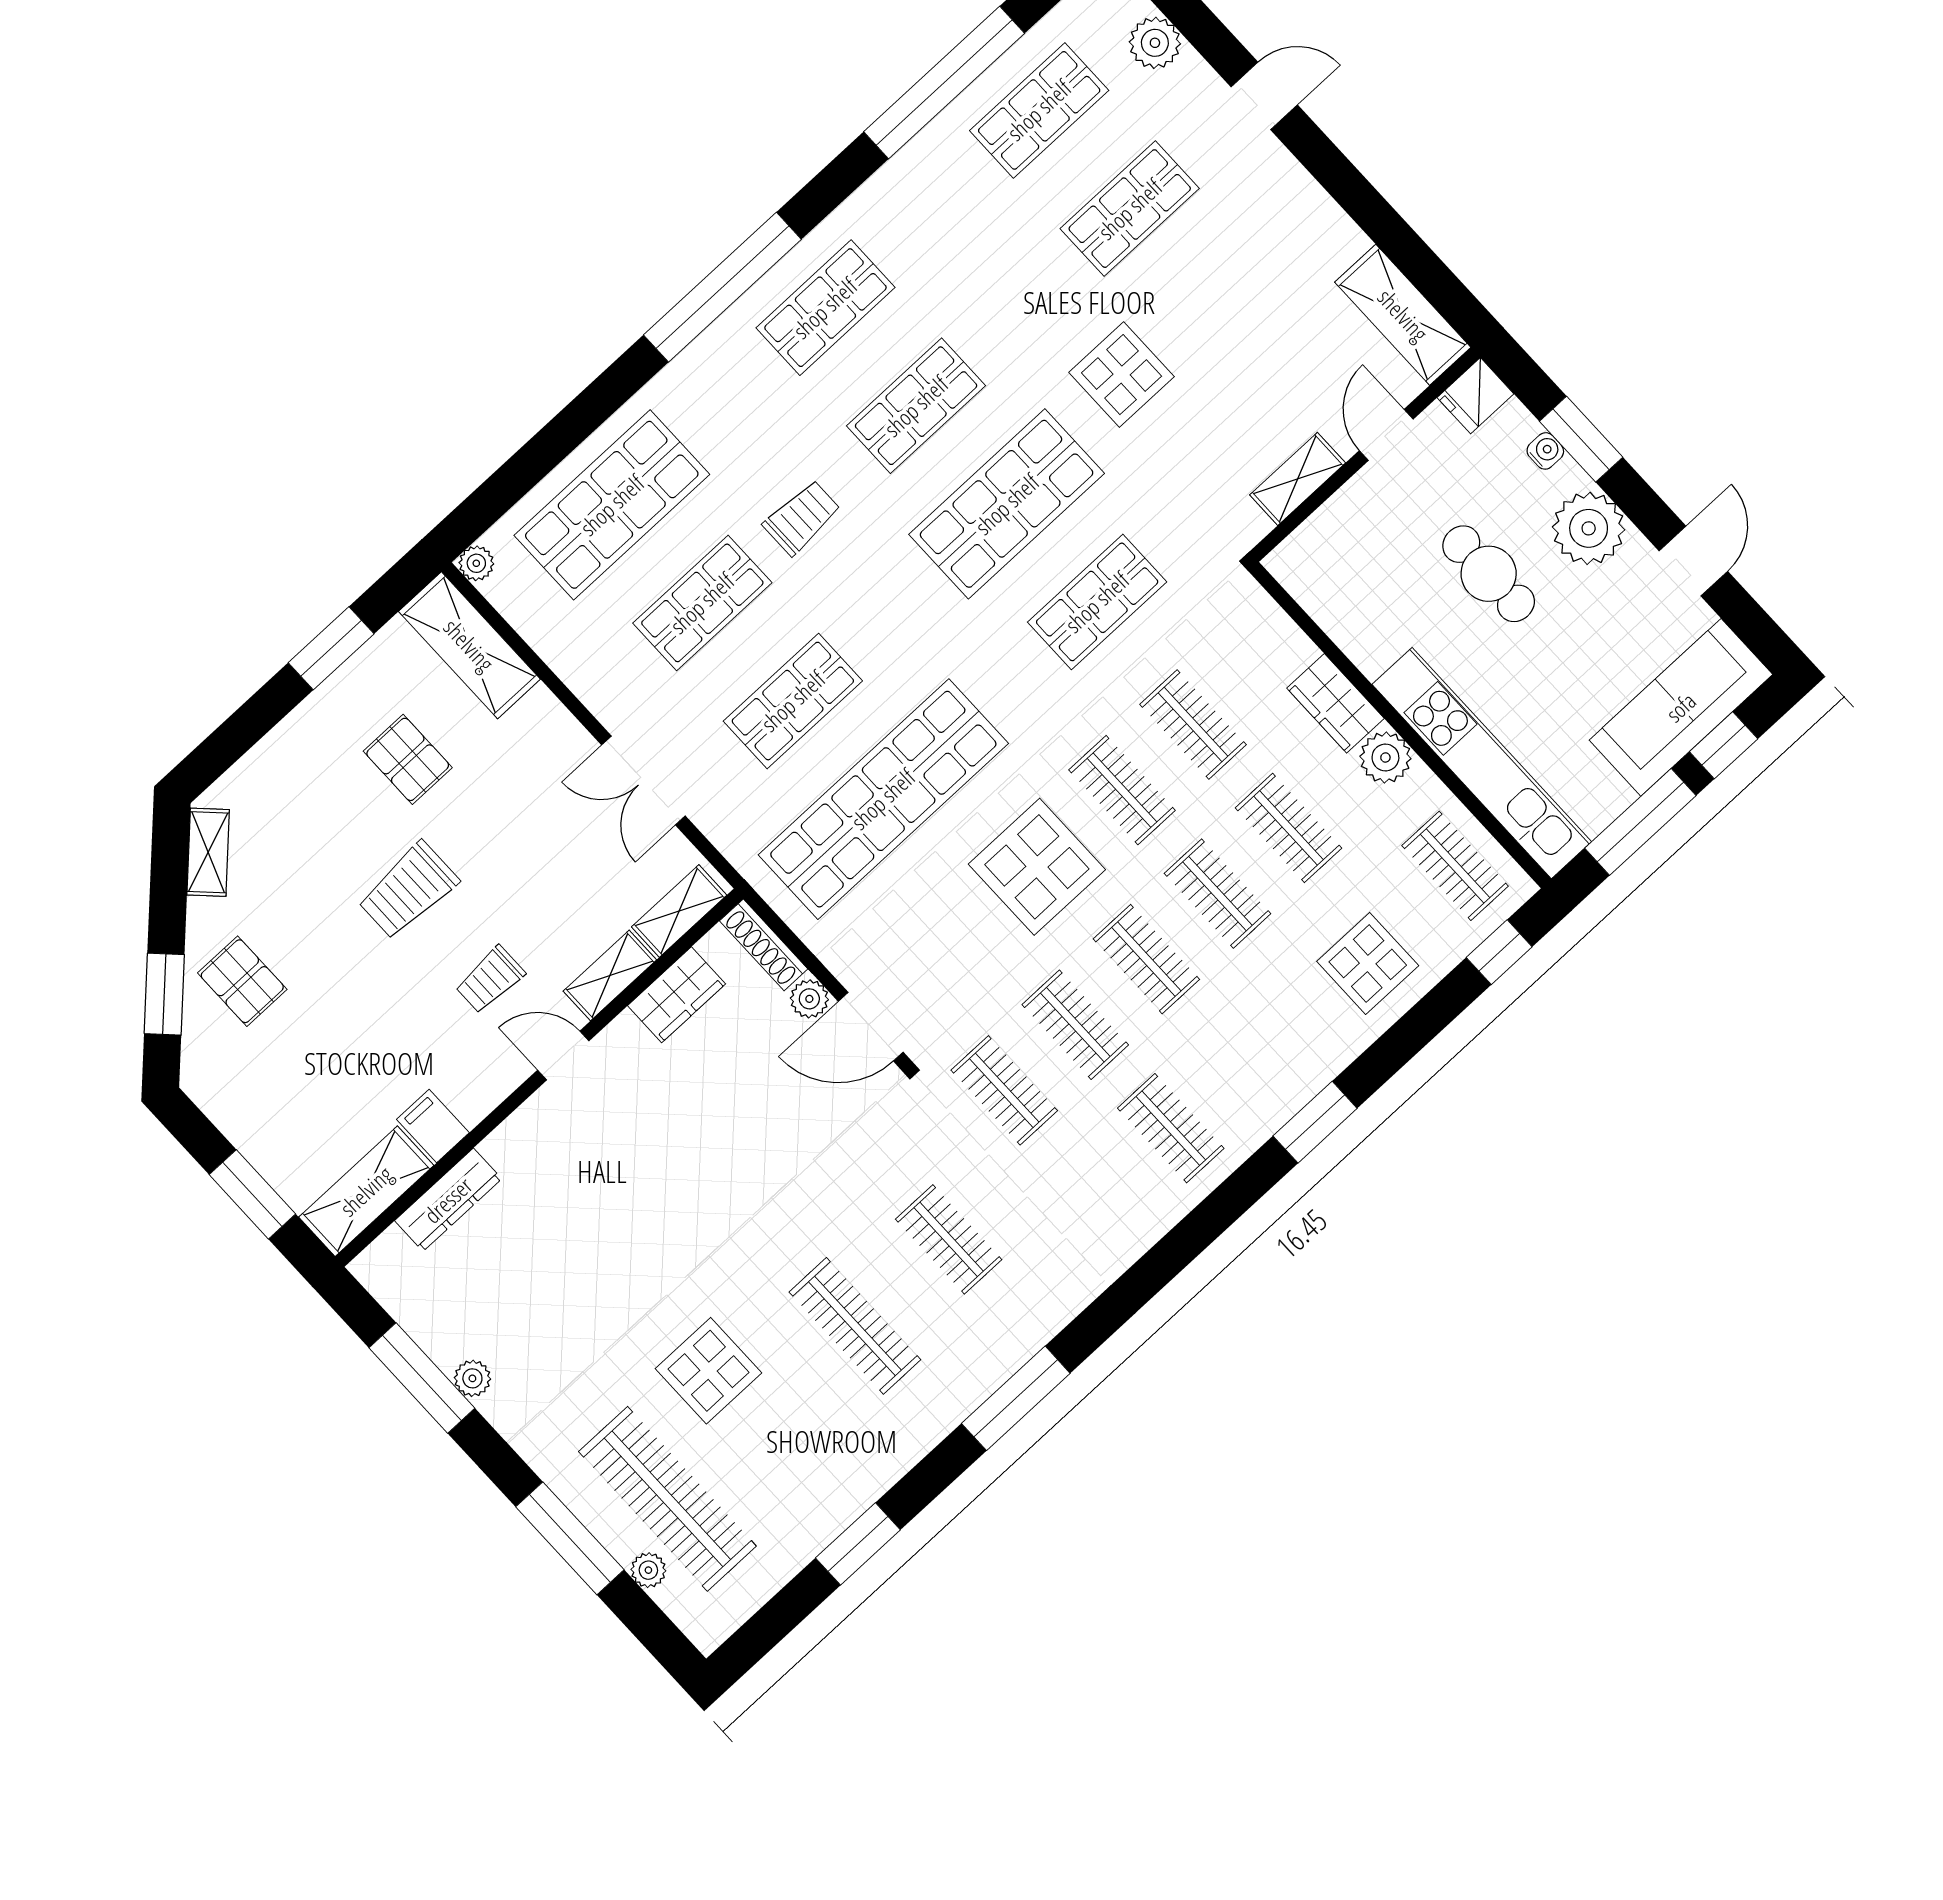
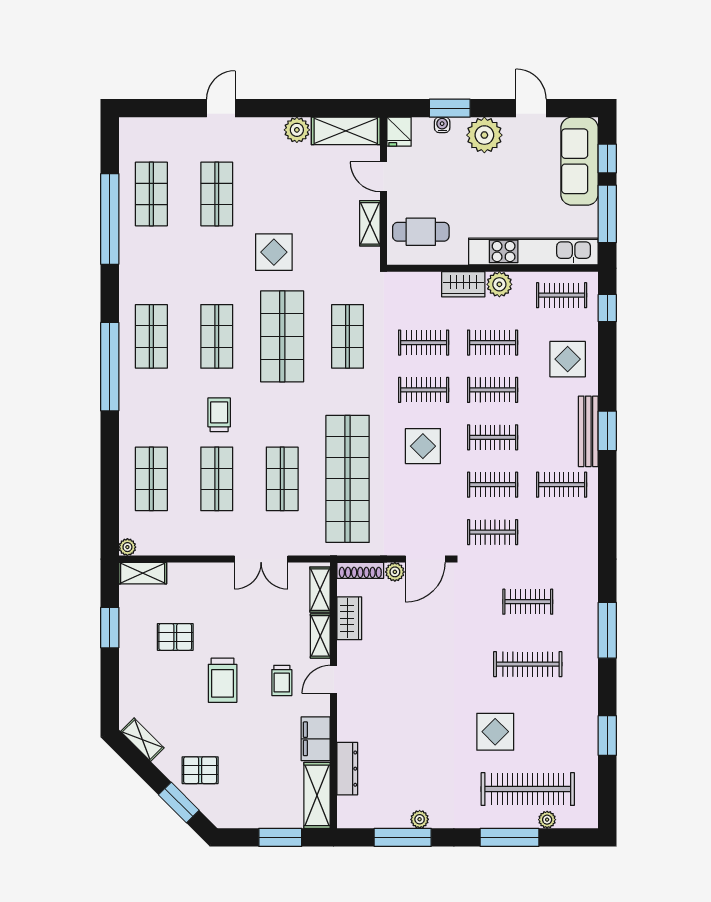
plant: (1155, 43) -> (297, 130), moved
shop shelf: (612, 505) -> (151, 479), width x0.70, depth x0.74
cafe table: (1489, 574) -> (421, 232), moved
shelving: (469, 645) -> (143, 573), width x0.67, depth x0.75
display table: (1037, 867) -> (423, 446), width x0.73, depth x0.73
bench: (1288, 1094) -> (588, 431), added
filing cabinet: (433, 1126) -> (316, 739), width x2.00

